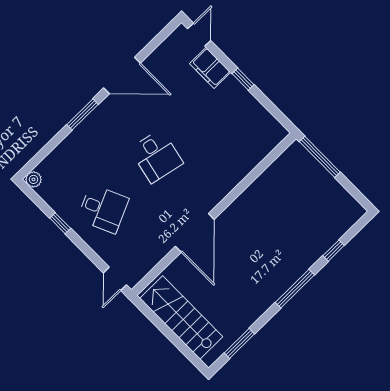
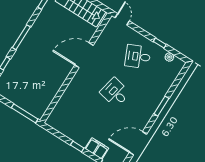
door: (122, 76) -> (138, 143), moved
plant: (33, 179) -> (169, 57), moved
door: (195, 233) -> (84, 55), hinge flipped

